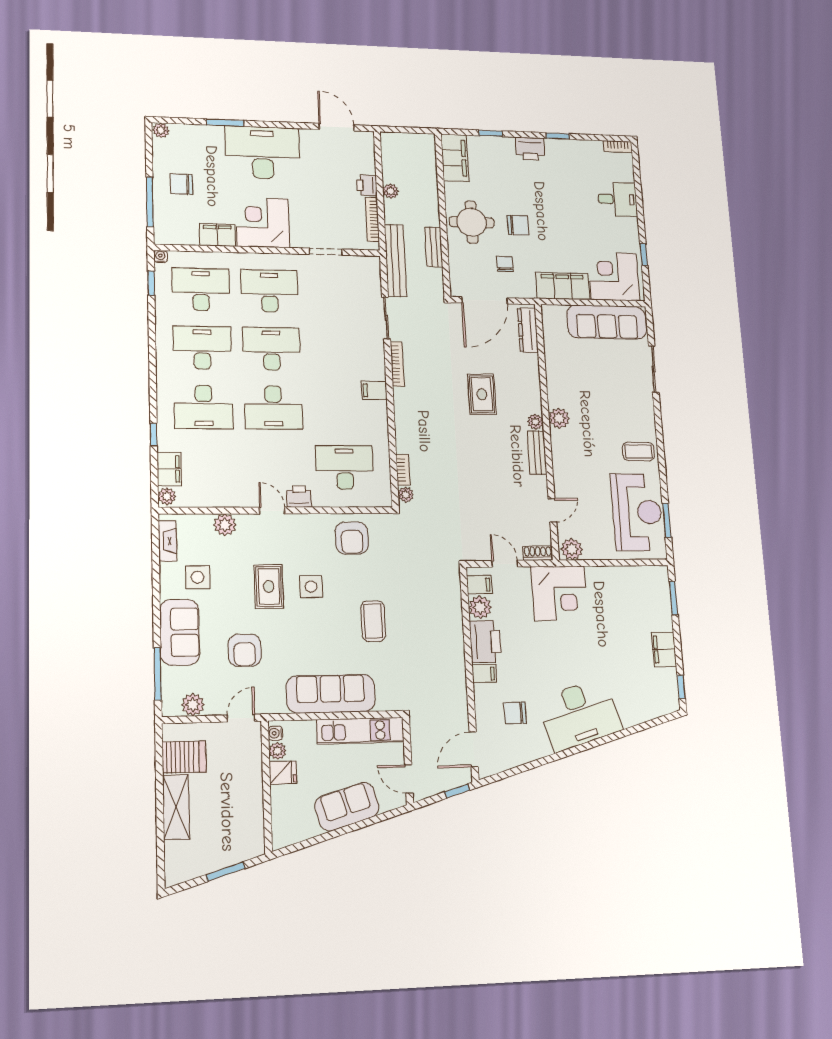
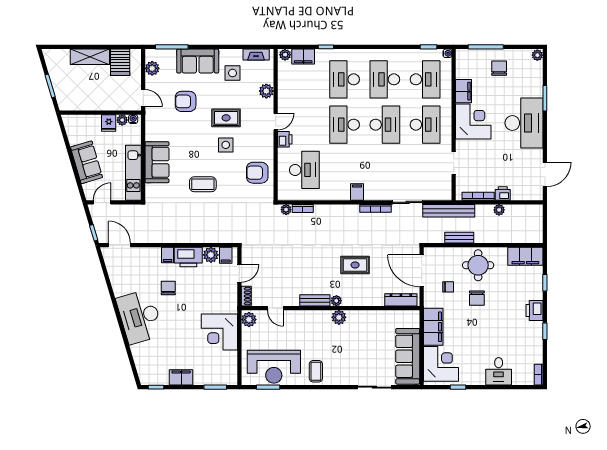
desk: (202, 348) -> (385, 79), turned 180
corner desk: (559, 593) -> (219, 332), moved
sofa: (331, 694) -> (157, 162), width x0.73
chair: (515, 713) -> (168, 288), moved

